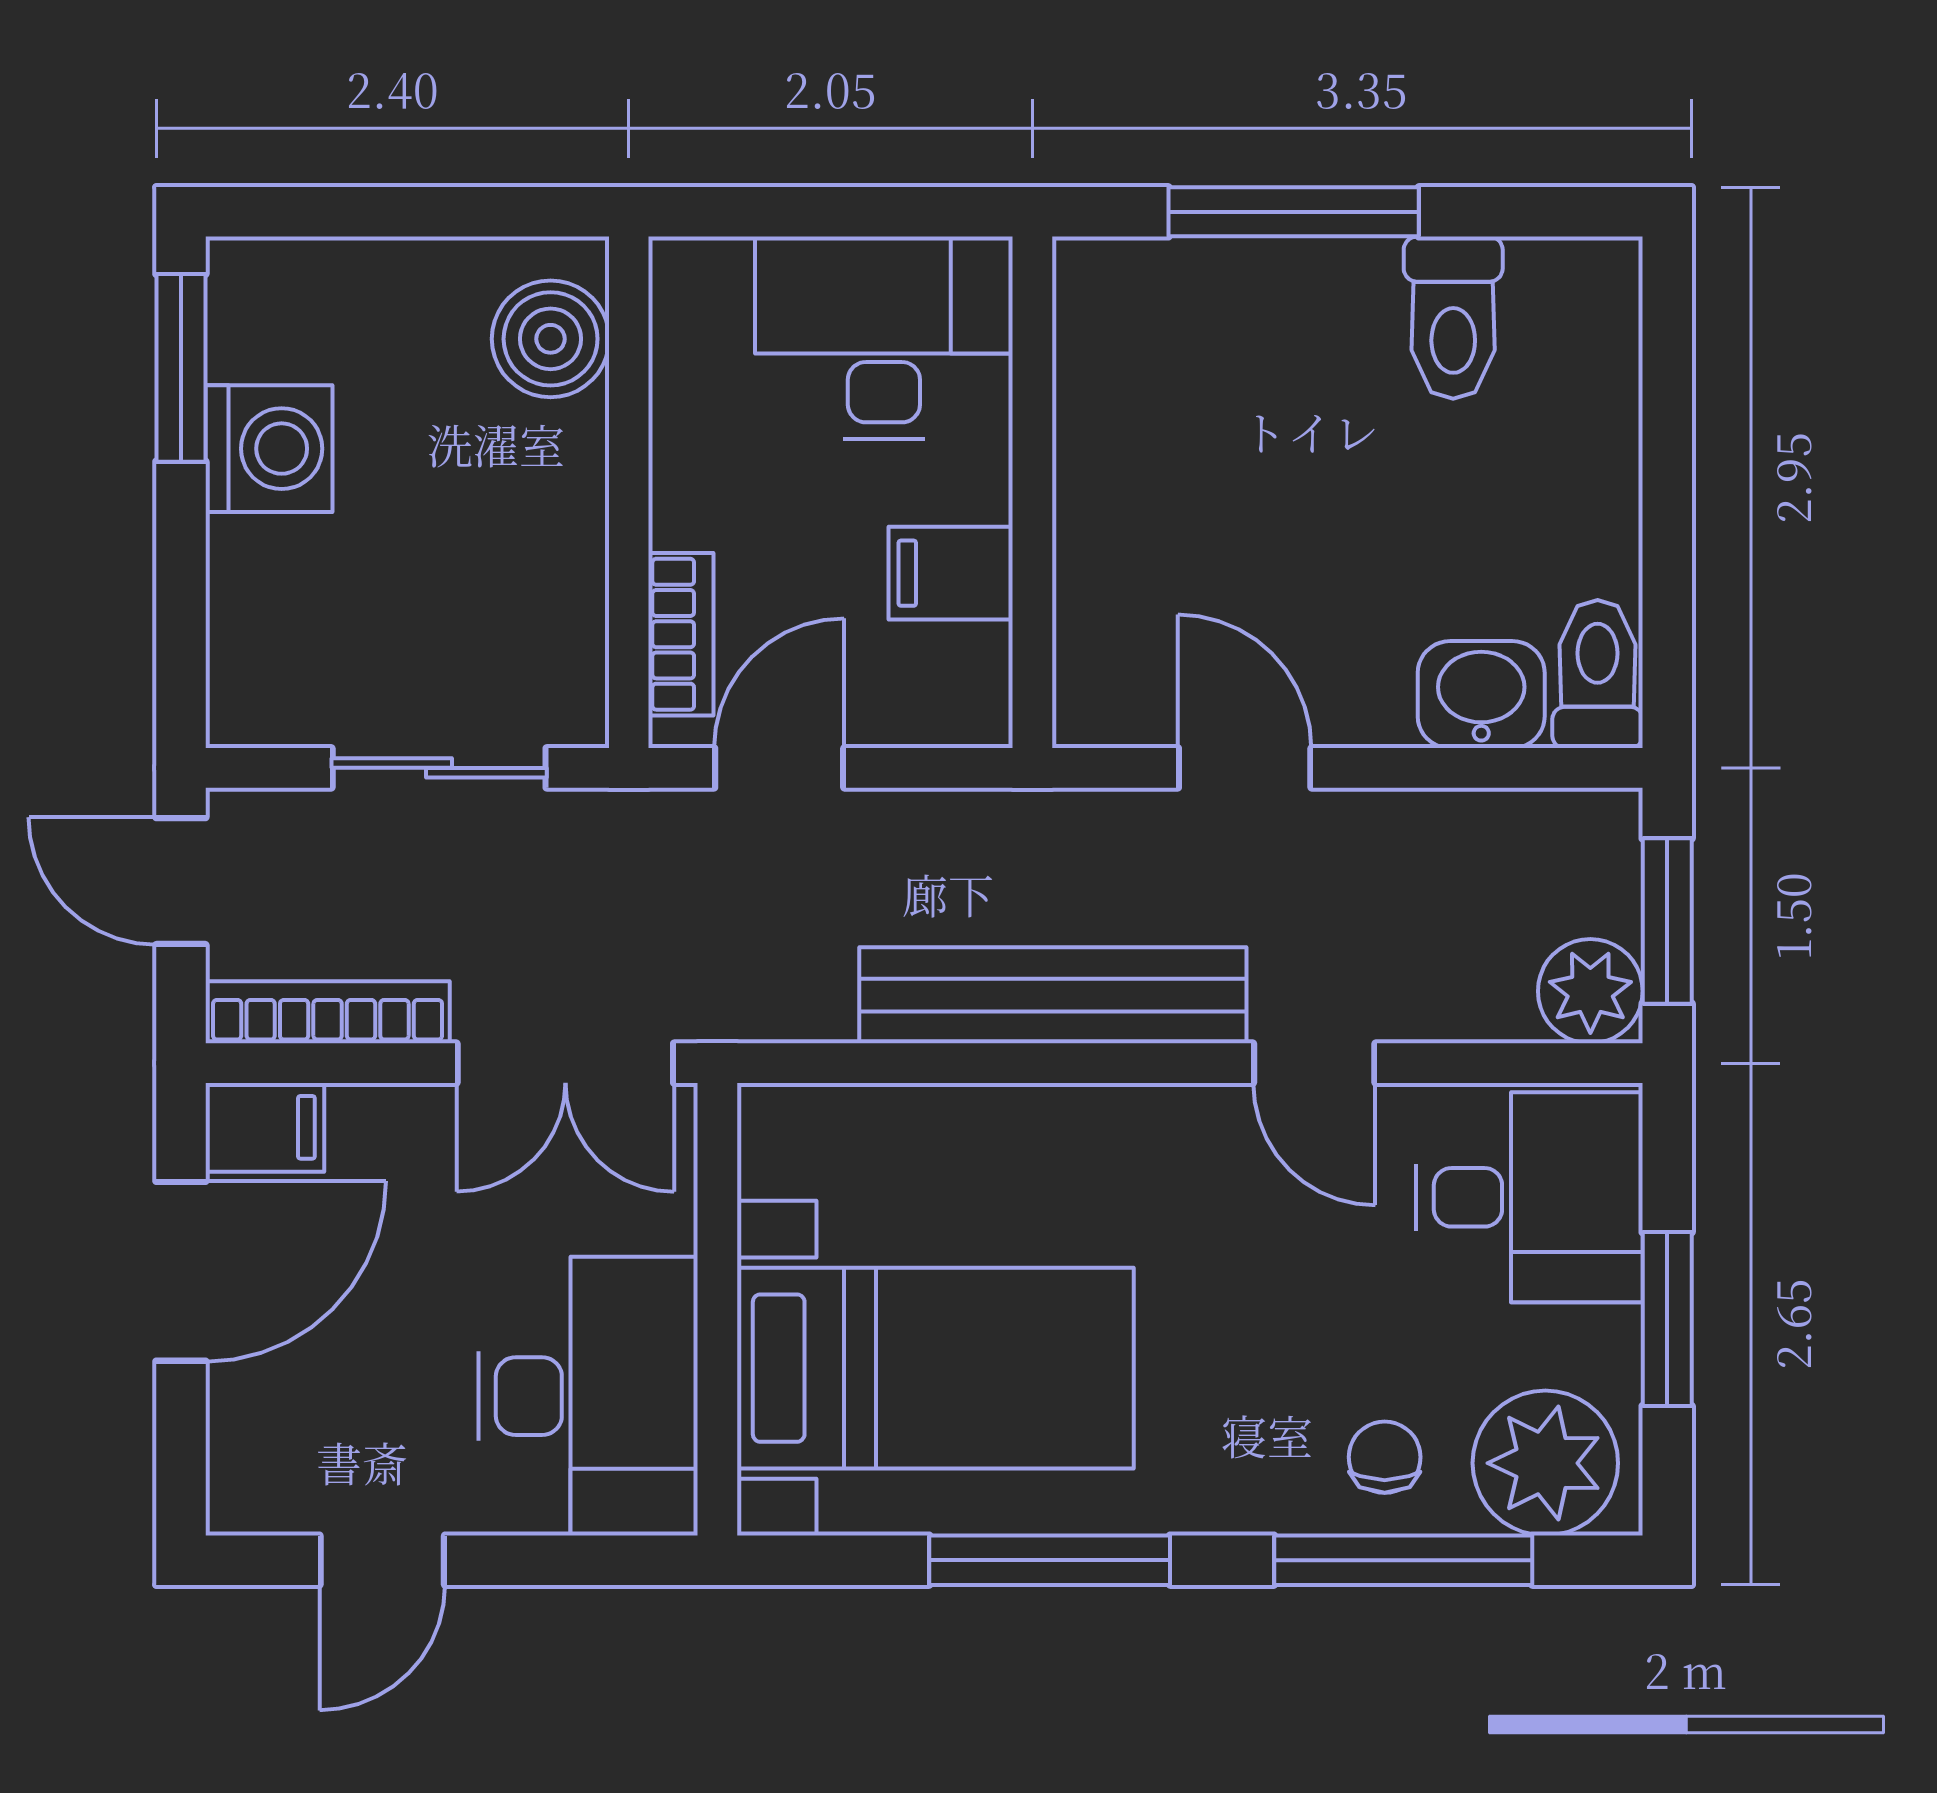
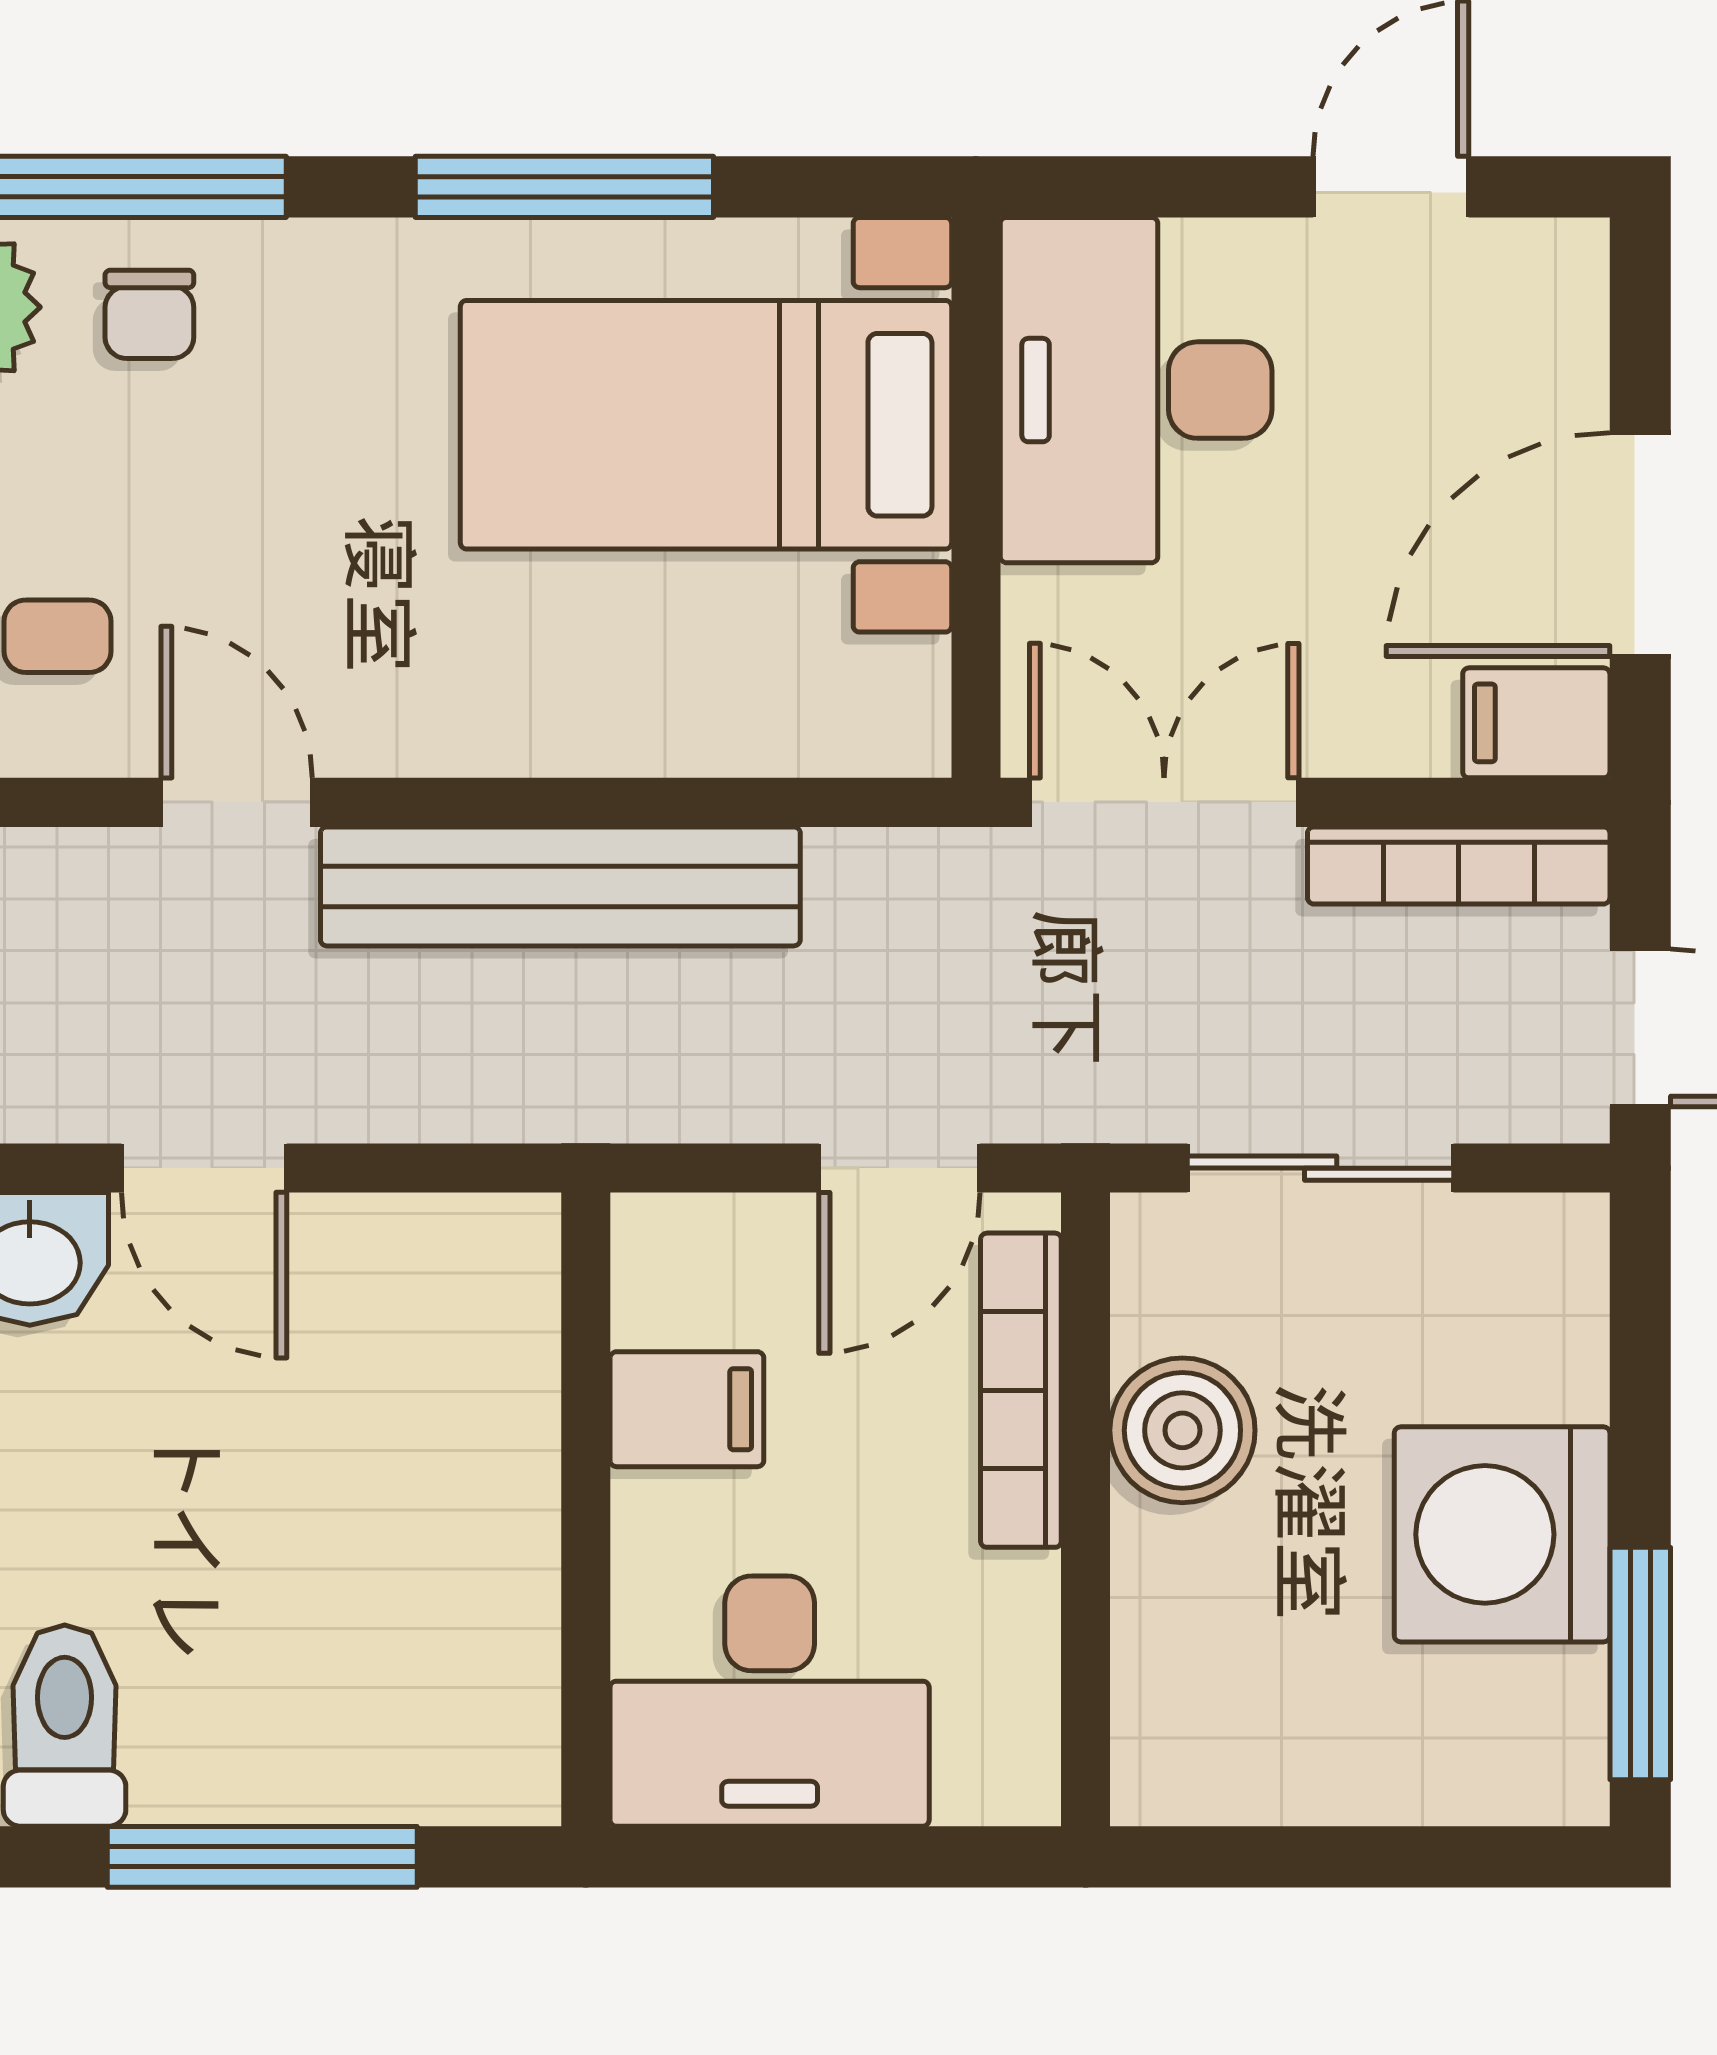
boiler: (551, 339) -> (1182, 1430), moved
washing machine: (269, 449) -> (1502, 1534), width x1.37, depth x1.37
bookcase: (681, 634) -> (1021, 1390), width x1.56
door: (1245, 768) -> (204, 1168), moved

